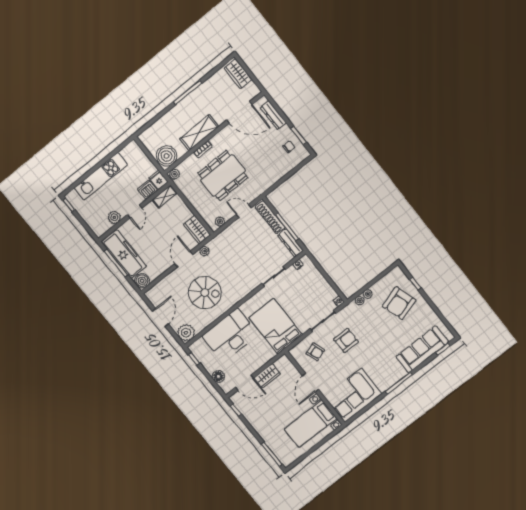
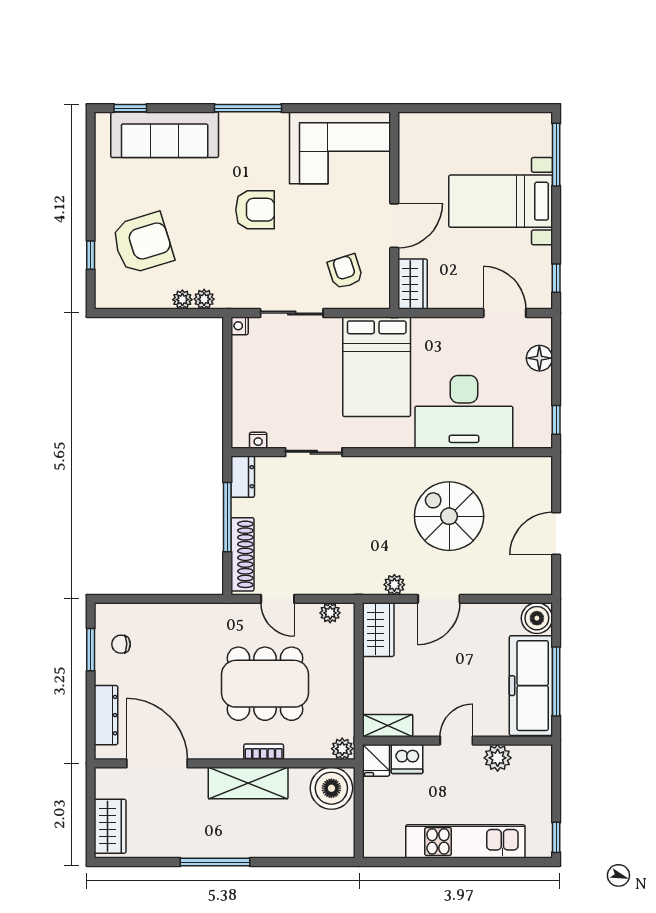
dresser: (290, 243) -> (243, 477), width x0.70
plant: (186, 333) -> (534, 474), removed
armchair: (346, 340) -> (255, 210), moved, turned 180
wardrobe: (267, 376) -> (413, 284), moved, turned 90
bed with nightstands: (310, 424) -> (501, 201), moved, turned 180

